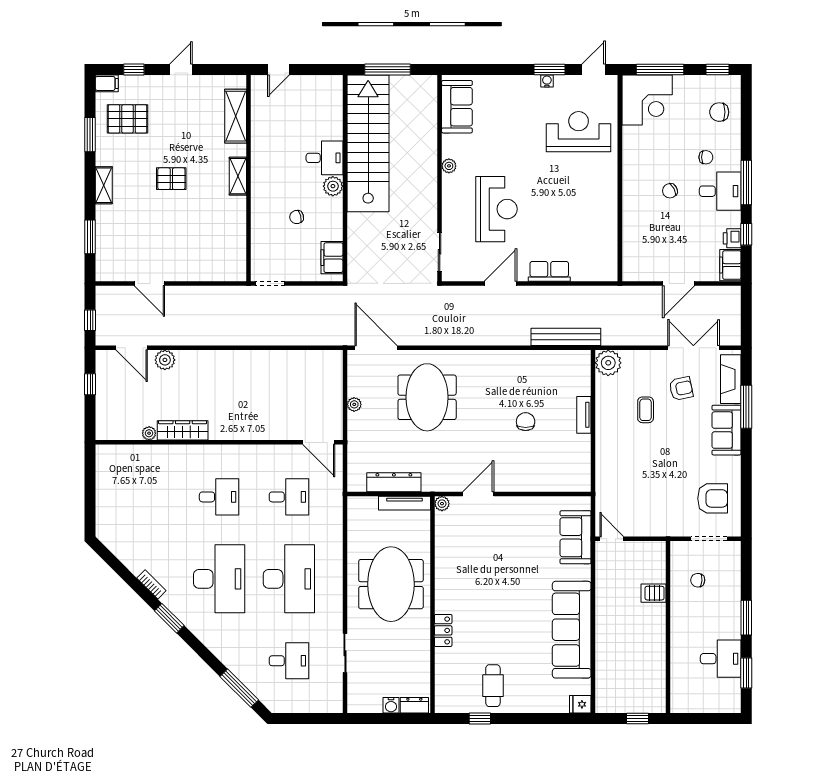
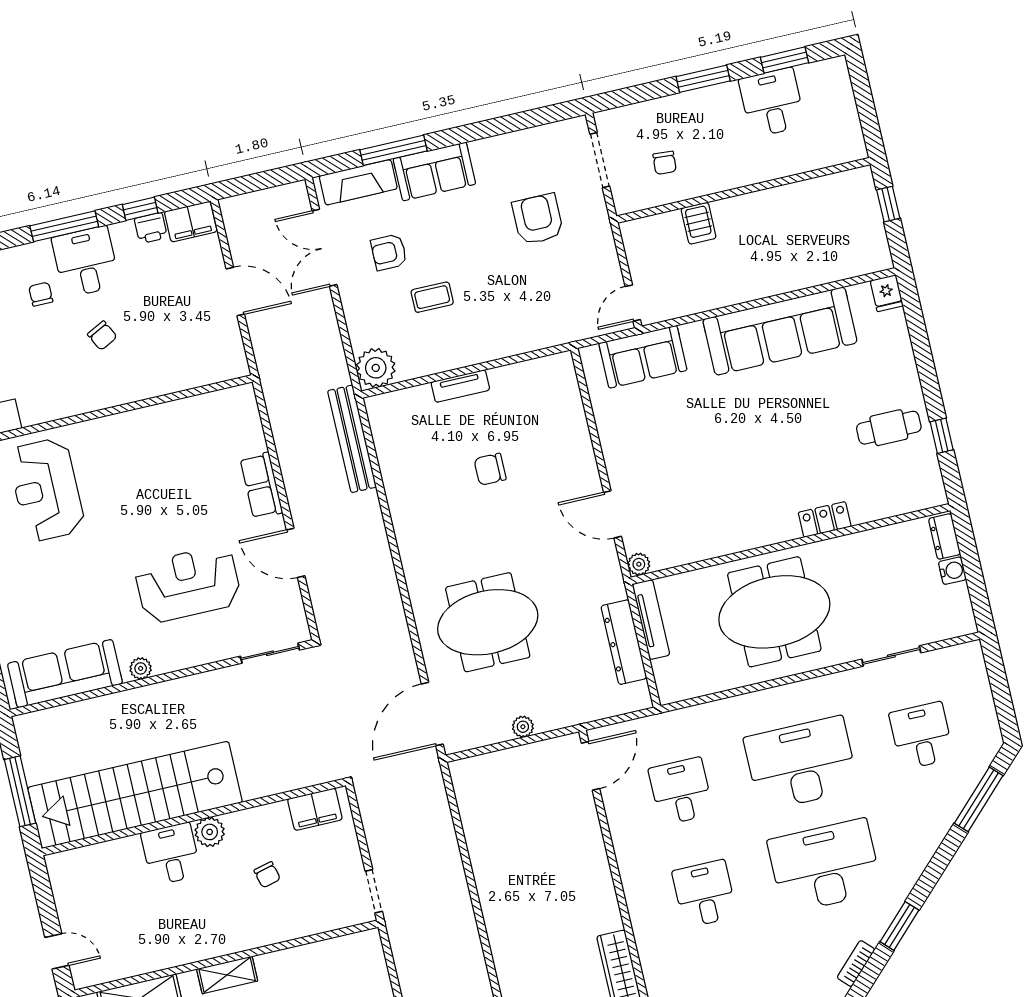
sofa: (457, 107) -> (65, 674), width x1.36
armchair: (681, 389) -> (389, 252), turned -78
armchair: (713, 498) -> (538, 219), moved

